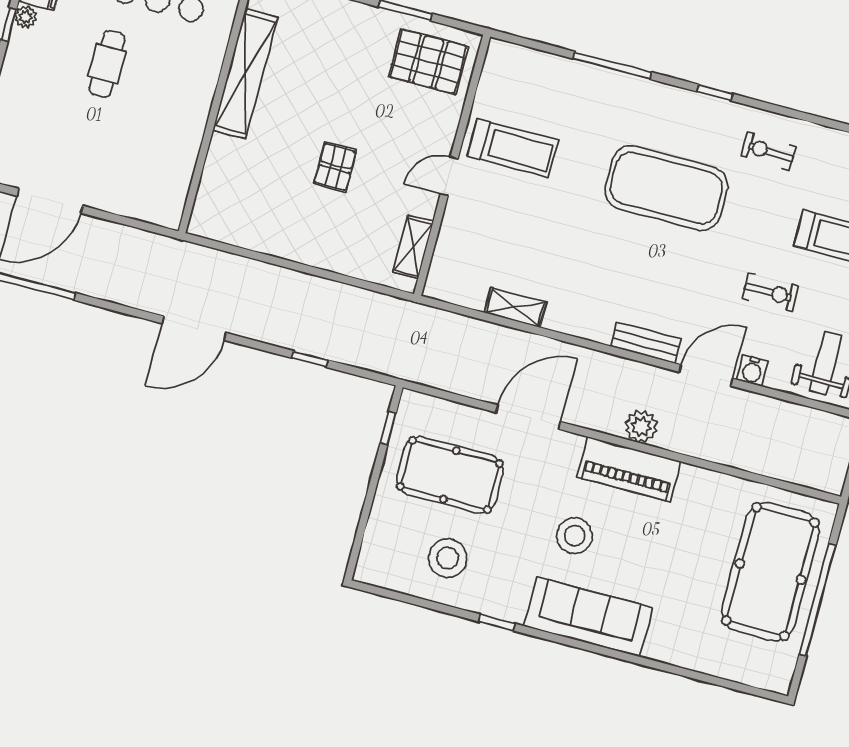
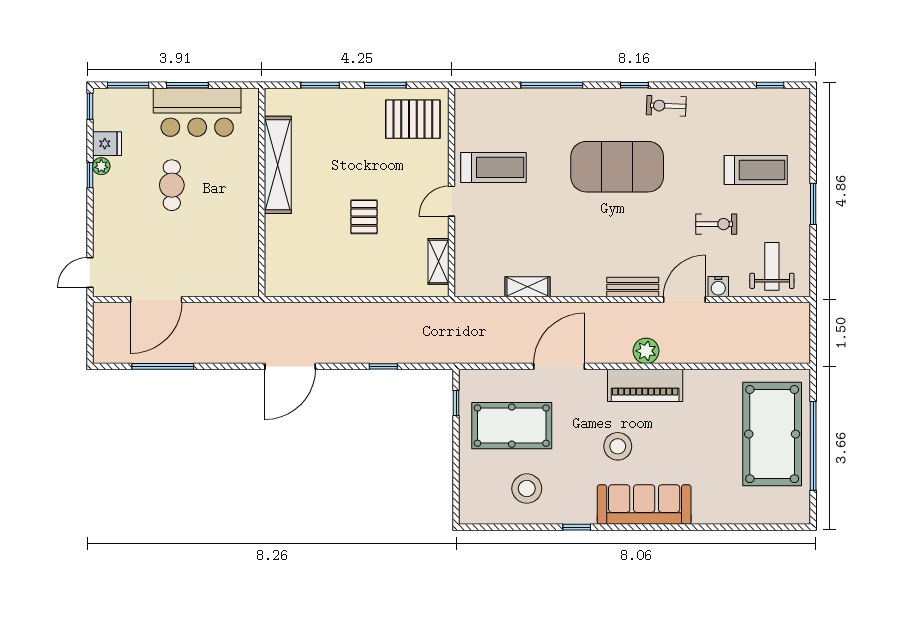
exercise bike: (768, 151) -> (666, 106), moved

